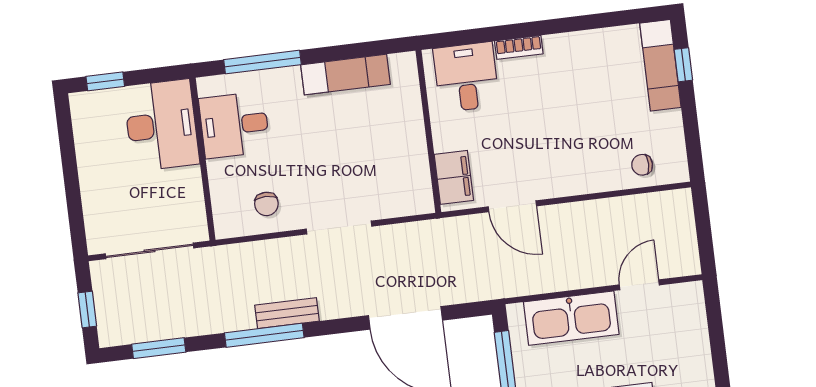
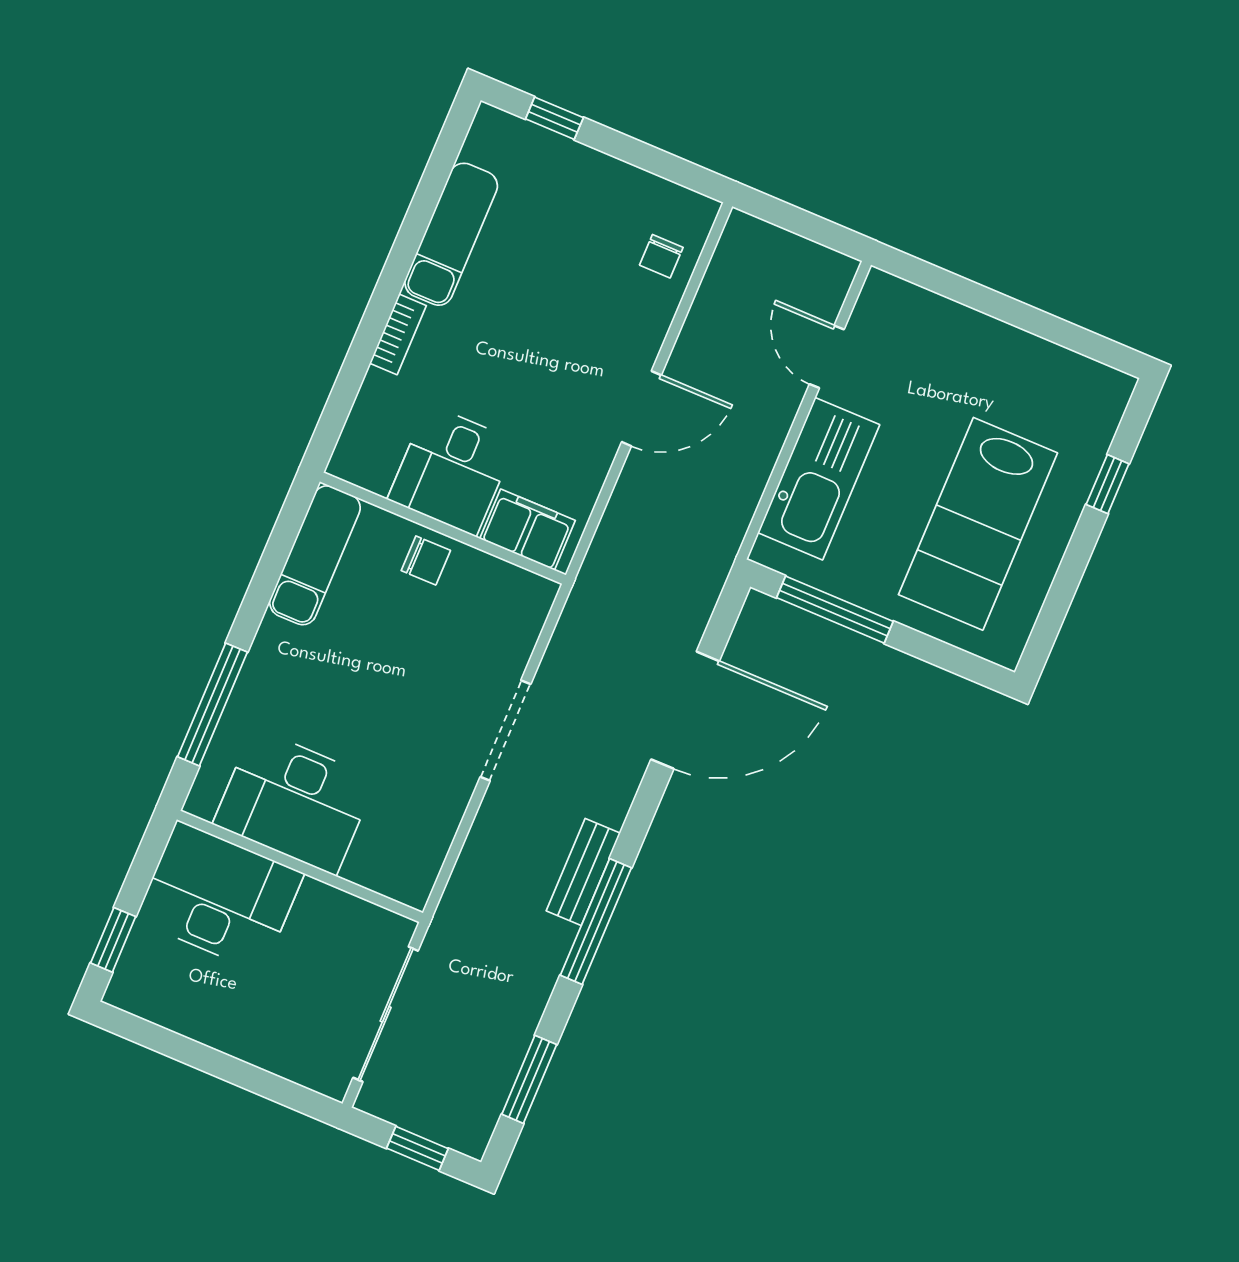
exam couch: (660, 65) -> (451, 234), moved, turned -90
exam couch: (345, 75) -> (315, 555), moved
desk: (466, 77) -> (452, 470), moved, turned -90
desk: (234, 125) -> (295, 801), width x1.37
chair: (266, 204) -> (426, 561), moved
door: (512, 206) -> (641, 409), moved

